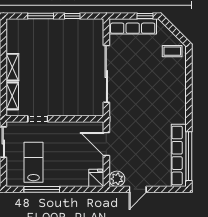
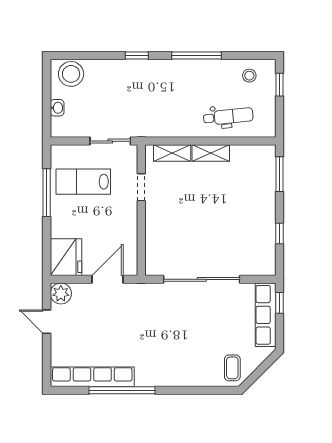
window: (41, 16) -> (280, 174), moved
window: (145, 16) -> (280, 303), moved
window: (189, 156) -> (122, 390), moved
lab bench: (34, 162) -> (83, 182), turned 180
fridge: (96, 178) -> (66, 257), width x1.88, depth x1.34

